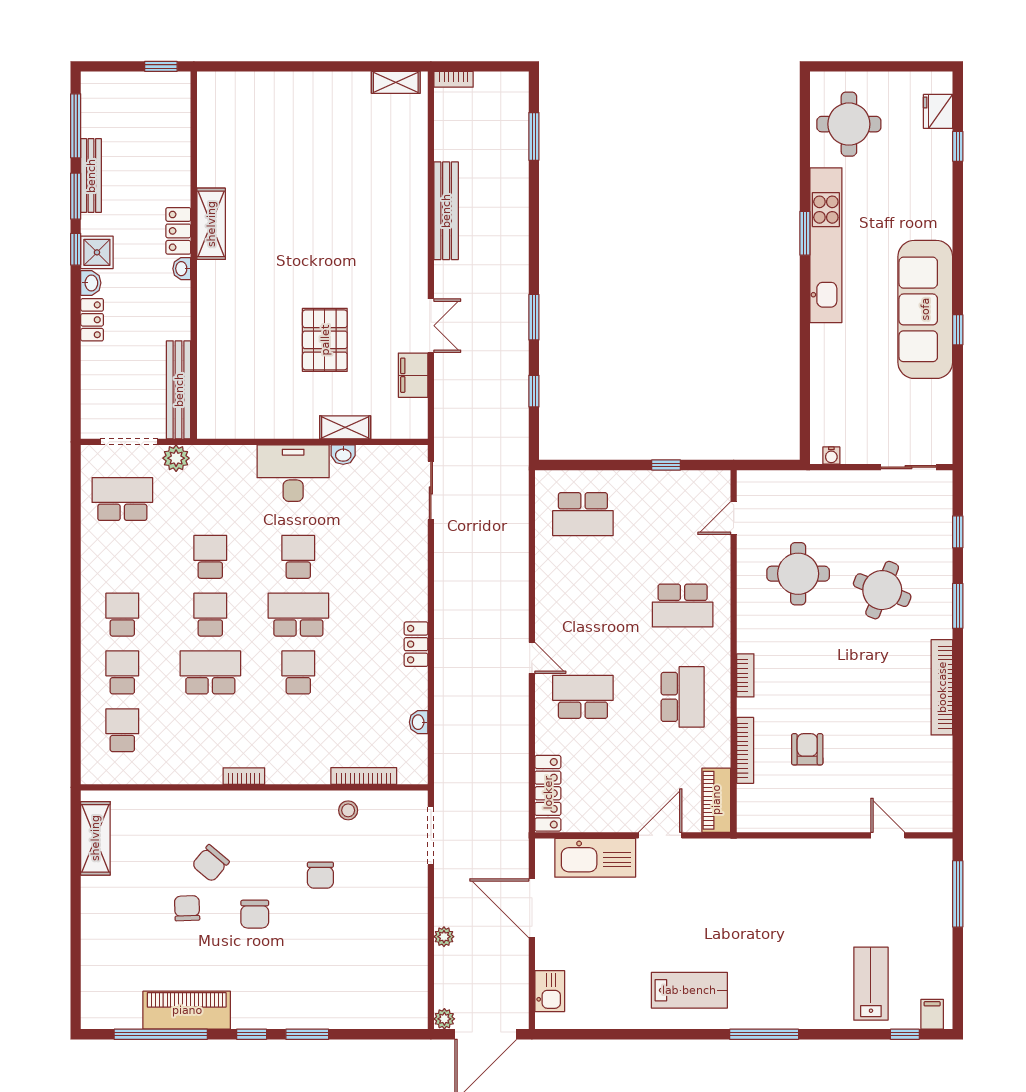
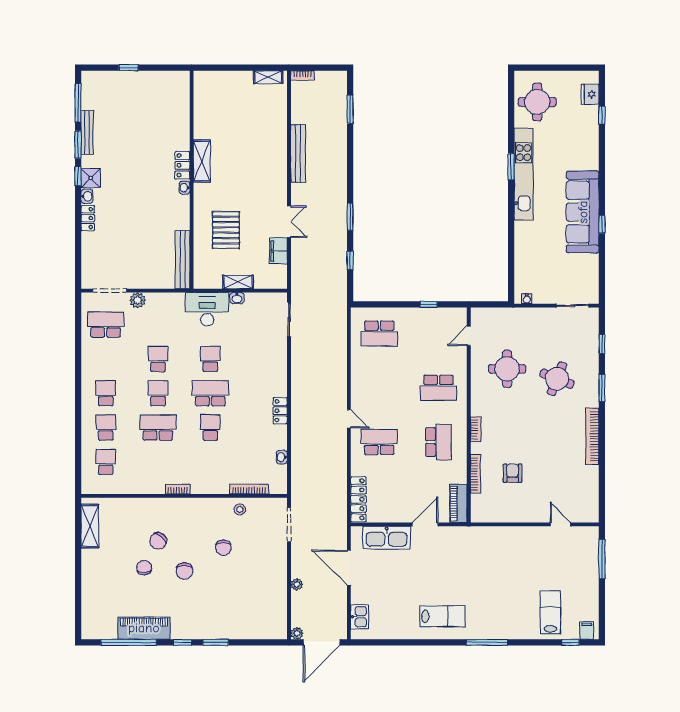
shelving: (211, 224) -> (202, 161), moved
locker: (178, 231) -> (182, 165), moved
wall: (194, 255) -> (192, 180), moved
washbasin: (182, 269) -> (184, 188), moved
bench: (179, 390) -> (183, 260), moved

